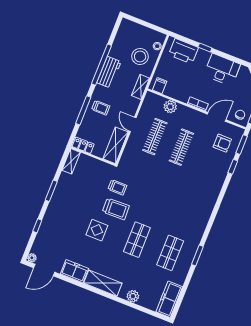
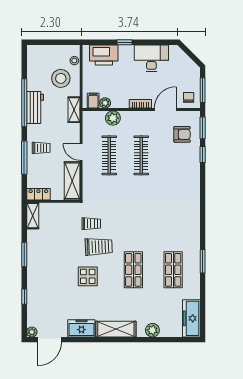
plant: (169, 92) -> (105, 103), added

